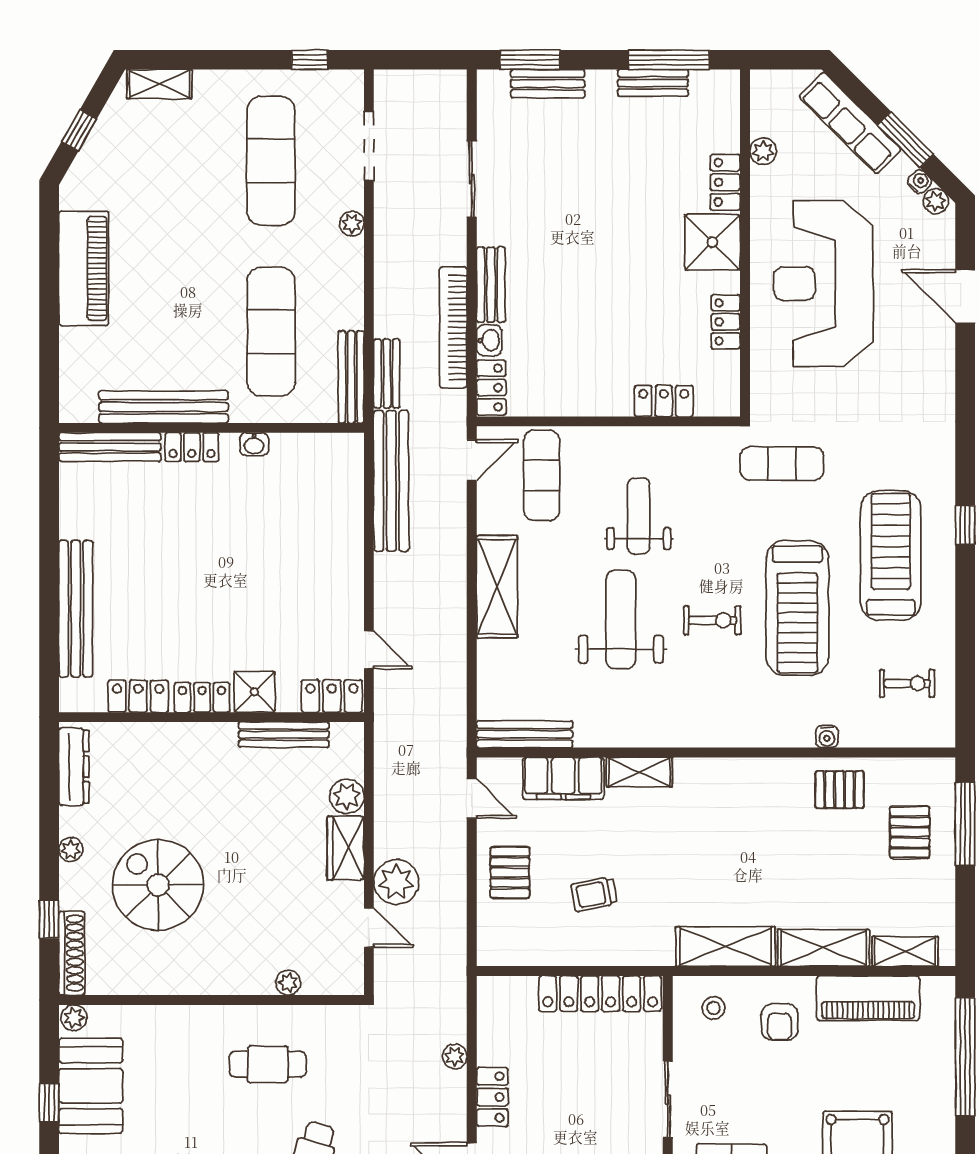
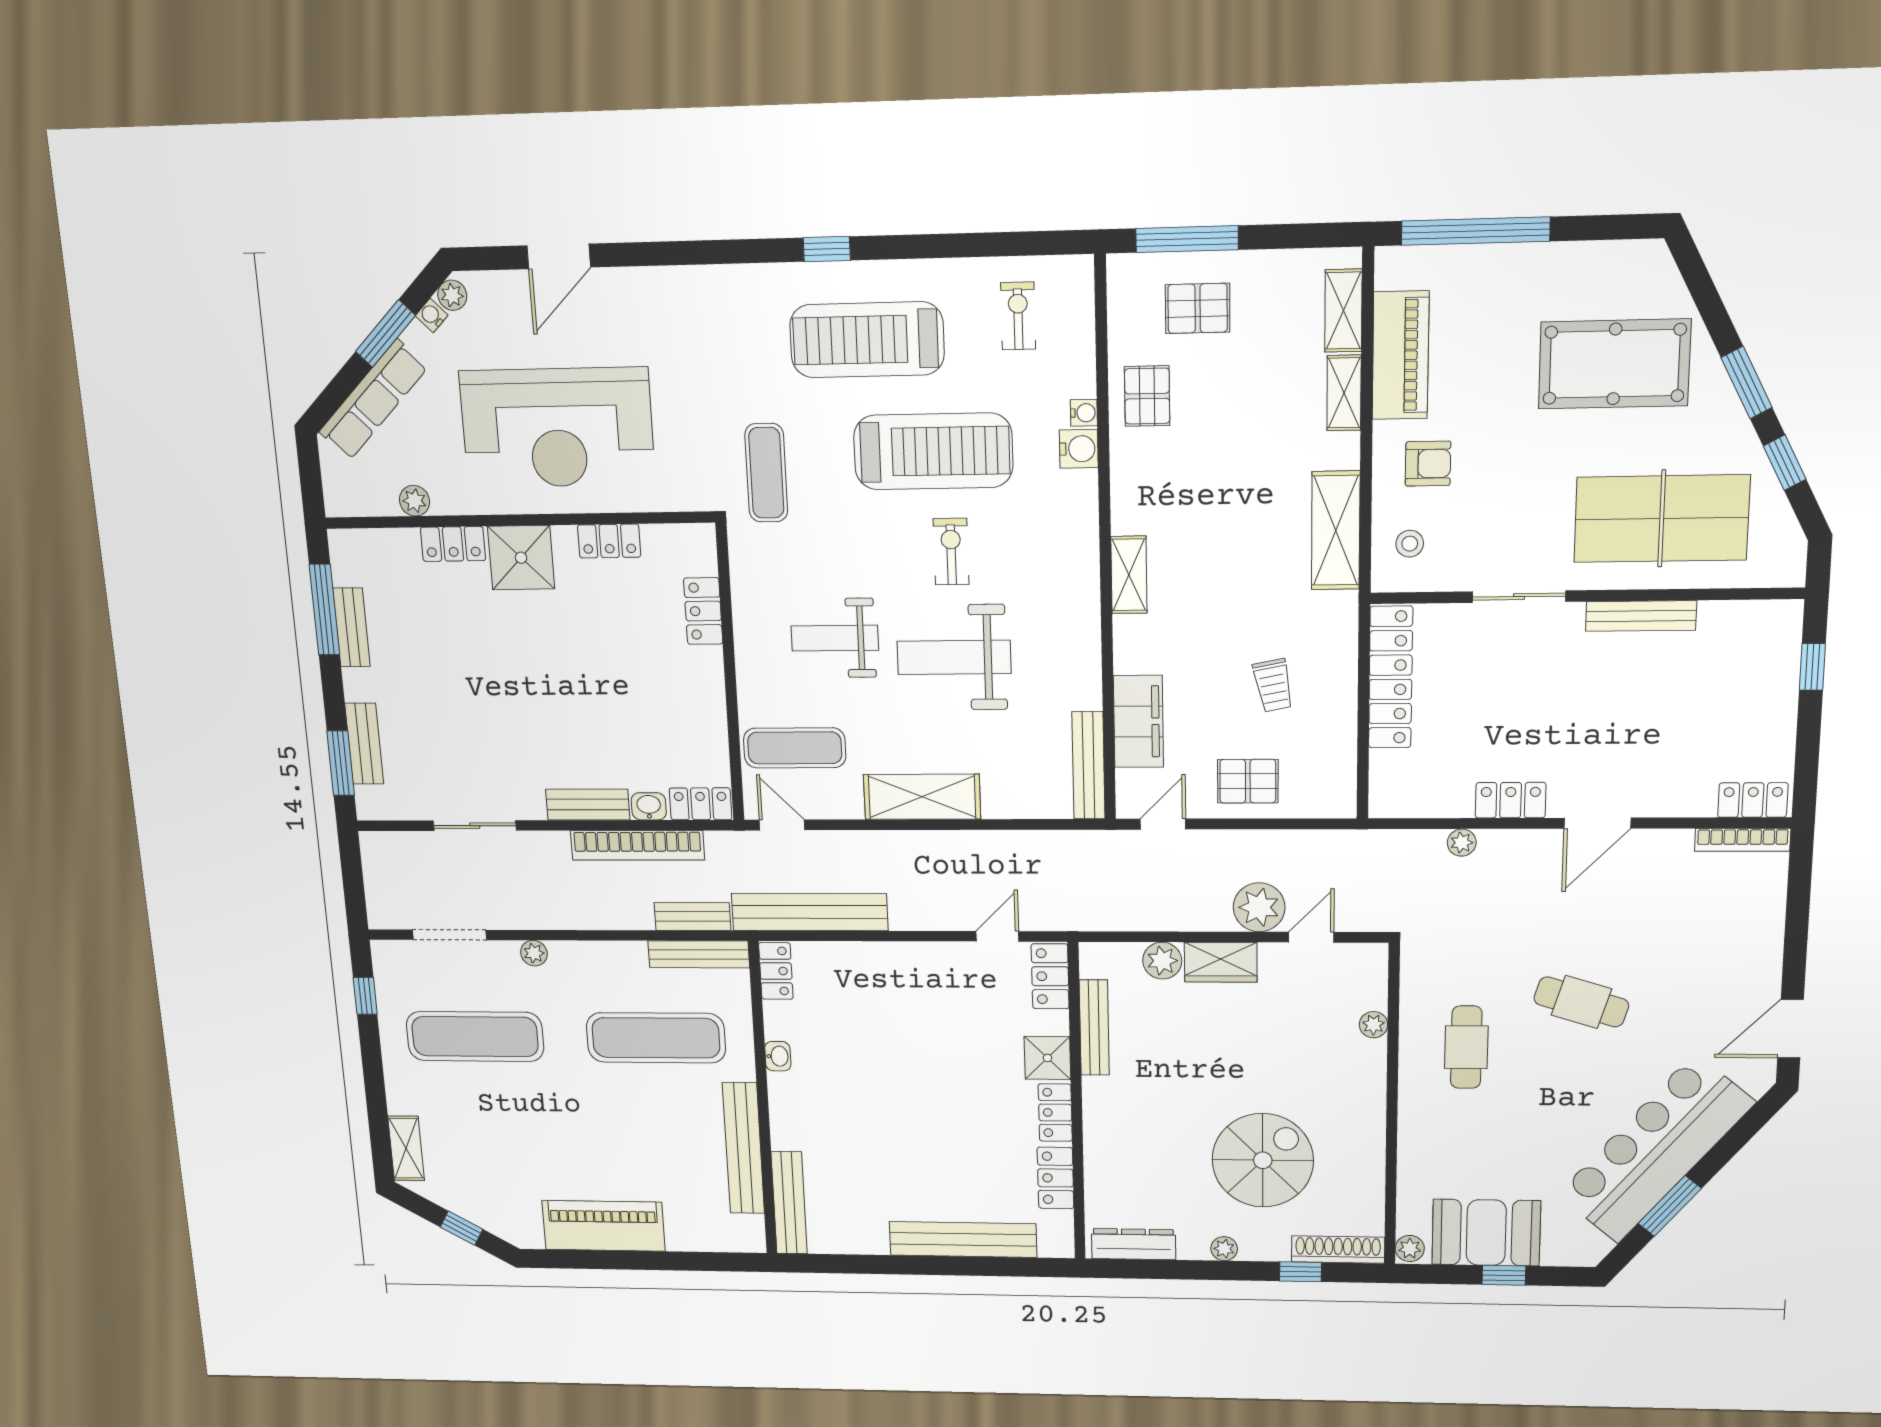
locker: (192, 447) -> (776, 971), moved
water cooler: (797, 732) -> (1079, 449), added
shelving: (639, 772) -> (1129, 575), moved
spiral stairs: (158, 885) -> (1263, 1160), turned 180
shelving: (824, 948) -> (1344, 393), width x0.67, depth x0.75

